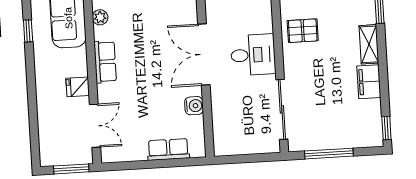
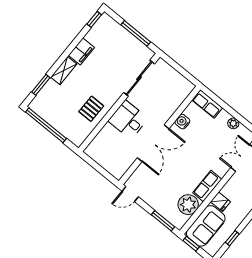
plant: (100, 17) -> (188, 205), width x1.88, depth x1.88
pallet: (303, 31) -> (91, 109), turned 90
fridge: (78, 87) -> (220, 202), moved
row of seats: (168, 149) -> (207, 104), moved
plant: (138, 153) -> (233, 123), added

